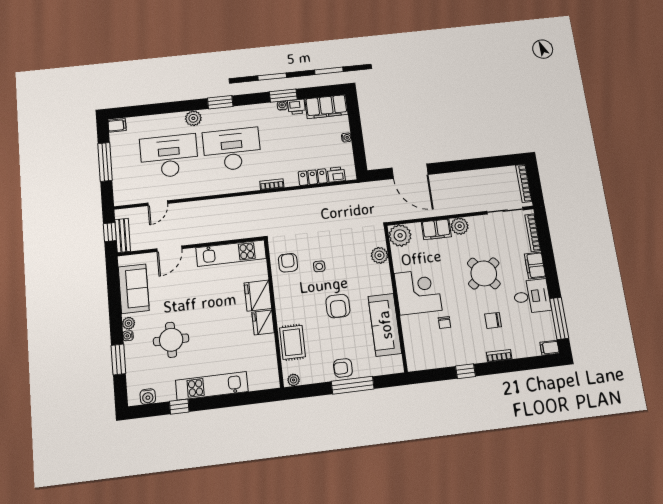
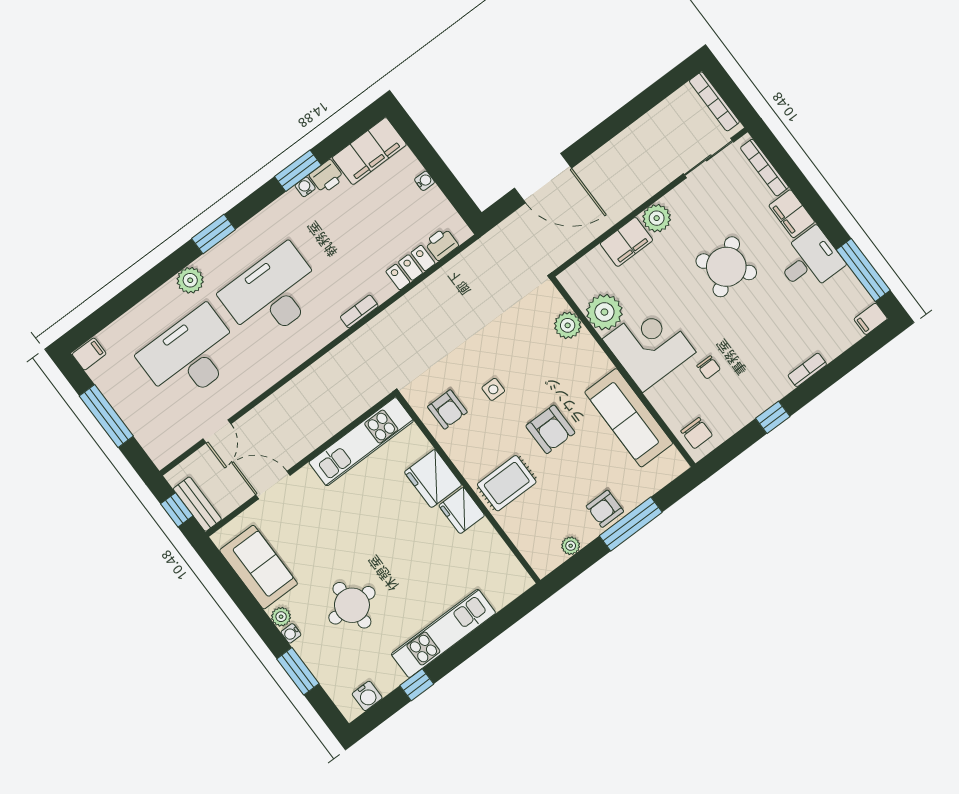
plant: (400, 235) -> (604, 312), moved
door: (169, 249) -> (273, 485), swing flipped
armchair: (288, 263) -> (447, 409), turned 180
chair: (493, 320) -> (697, 433), moved, turned -90
rug: (293, 342) -> (507, 483), moved, turned 90
plant: (294, 380) -> (571, 546), moved

